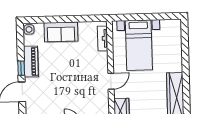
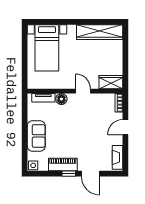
bed with nightstands: (139, 45) -> (47, 48), moved, turned 90
floor lamp: (102, 58) -> (61, 99), added

